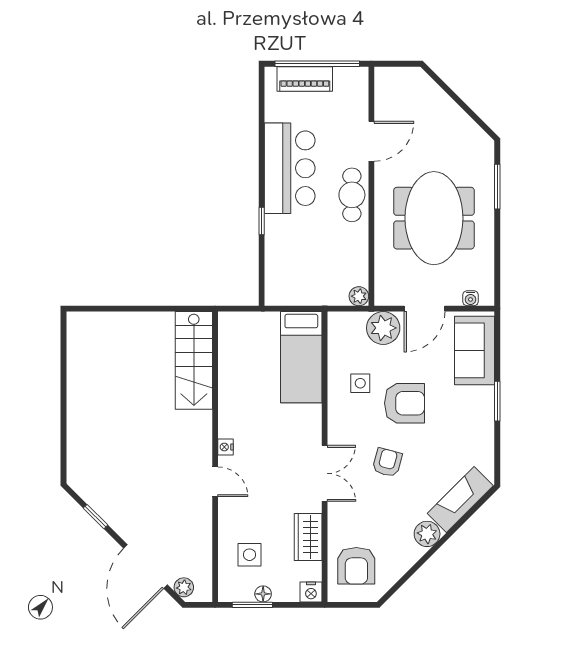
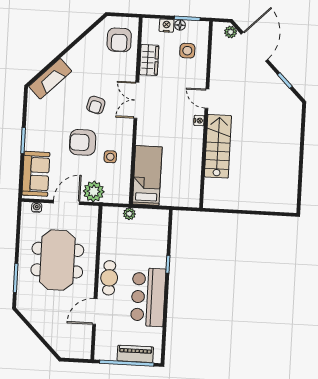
plant: (359, 296) -> (129, 214), moved
stairs: (194, 360) -> (218, 146), moved
plant: (427, 534) -> (73, 58), removed
armchair: (356, 566) -> (119, 40), turned 180
nightstand: (311, 592) -> (167, 26), moved

